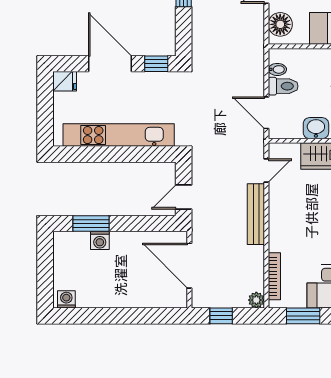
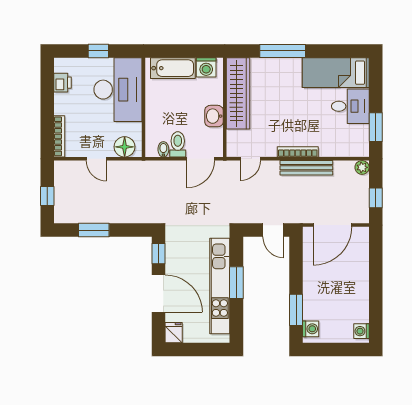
door: (110, 64) -> (158, 294), swing flipped
window: (123, 154) -> (236, 283), added
door: (266, 170) -> (250, 159), swing flipped
bench: (256, 214) -> (306, 168), moved
washing machine: (100, 240) -> (311, 329), moved
bookcase: (274, 276) -> (298, 152), moved

